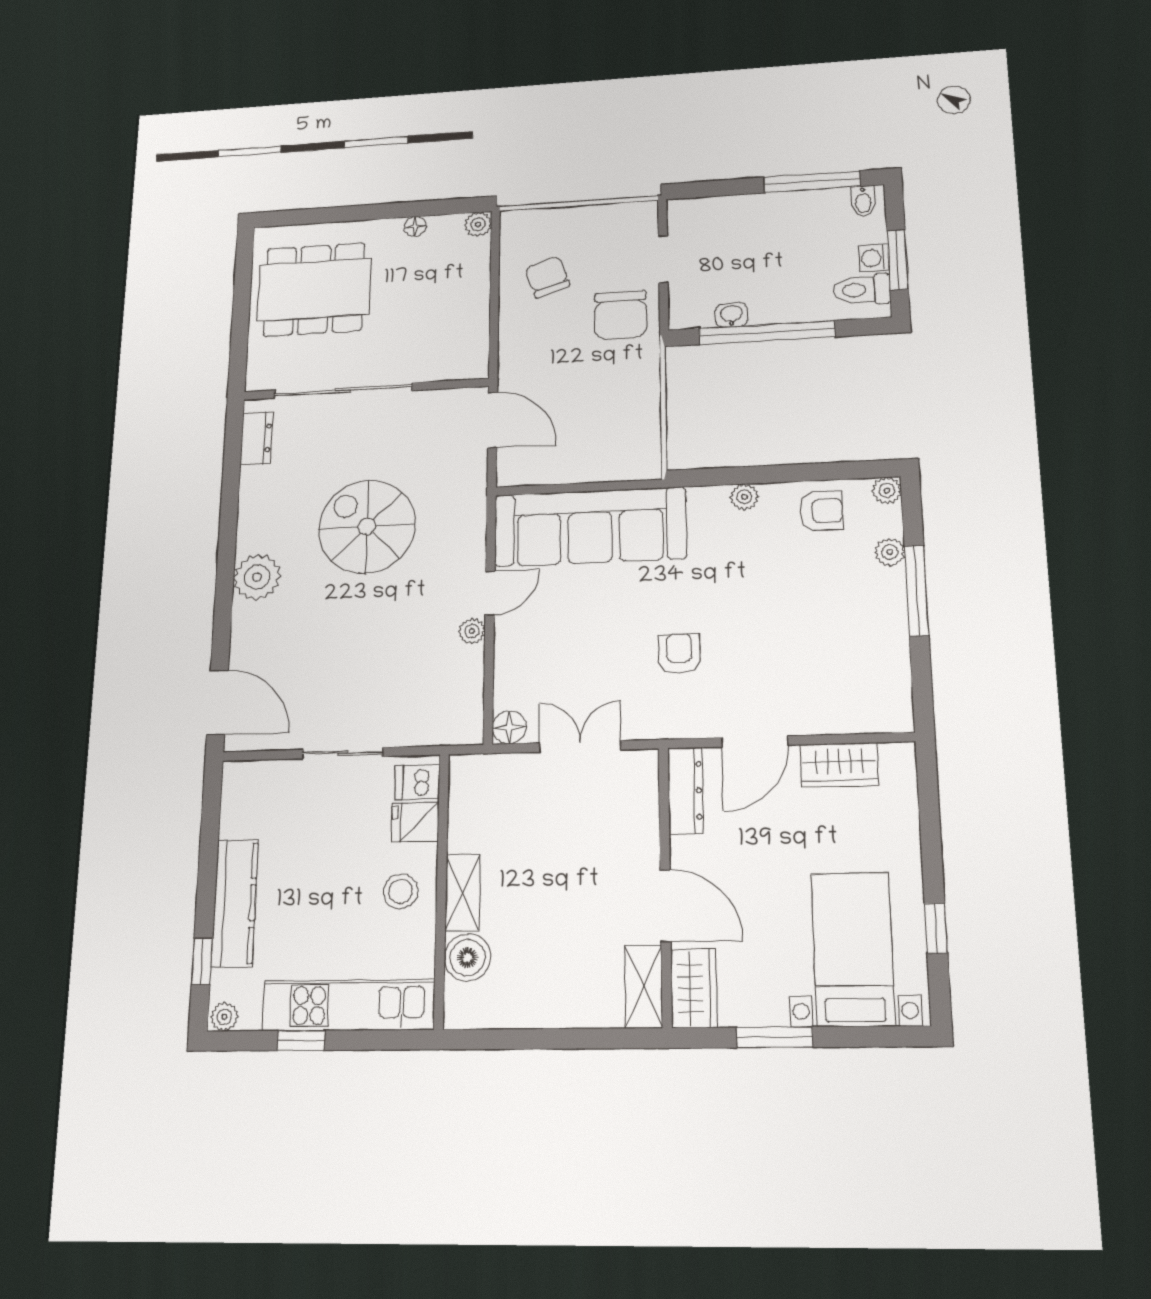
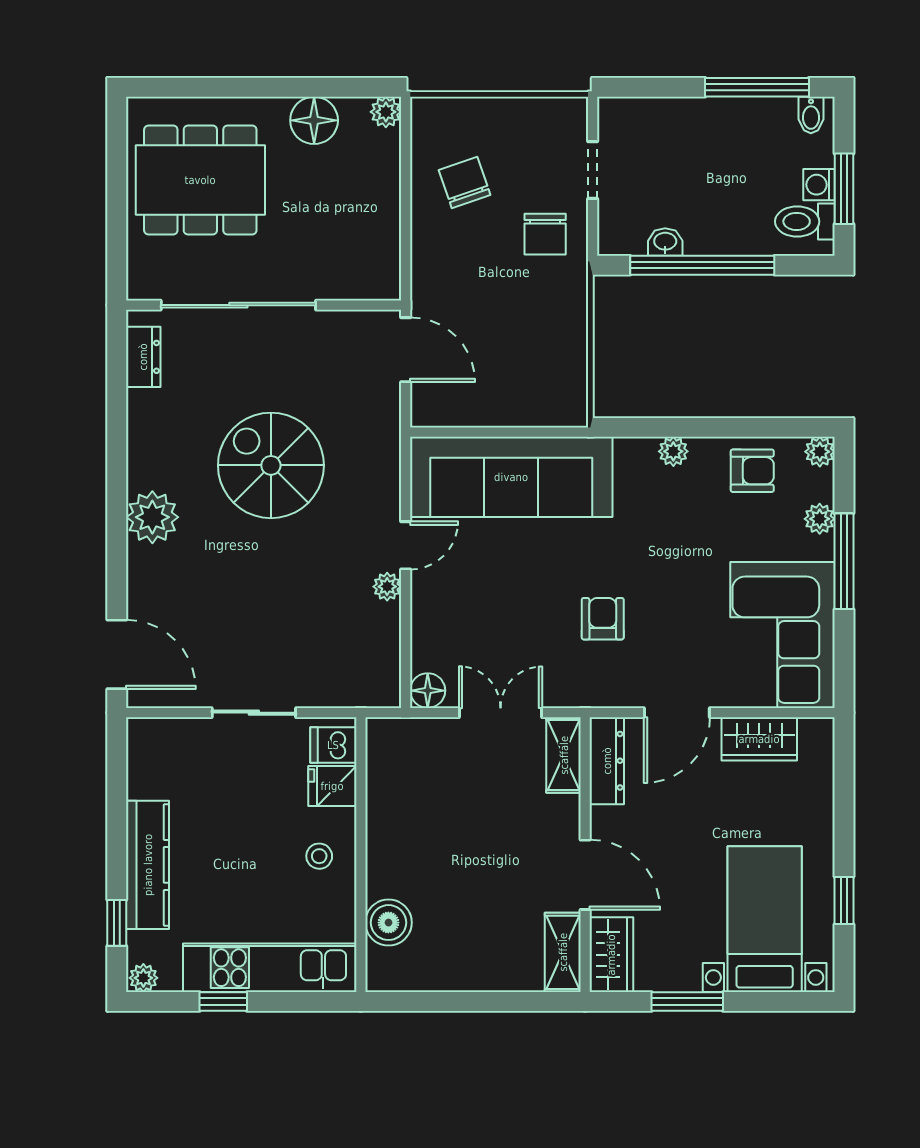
floor lamp: (415, 226) -> (314, 120), width x1.89, depth x1.89
chair: (620, 315) -> (545, 234), width x0.73, depth x0.73
corner sofa: (858, 663) -> (783, 635), added
stool: (401, 891) -> (319, 856), width x0.73, depth x0.73
shelving: (463, 893) -> (564, 755), moved

